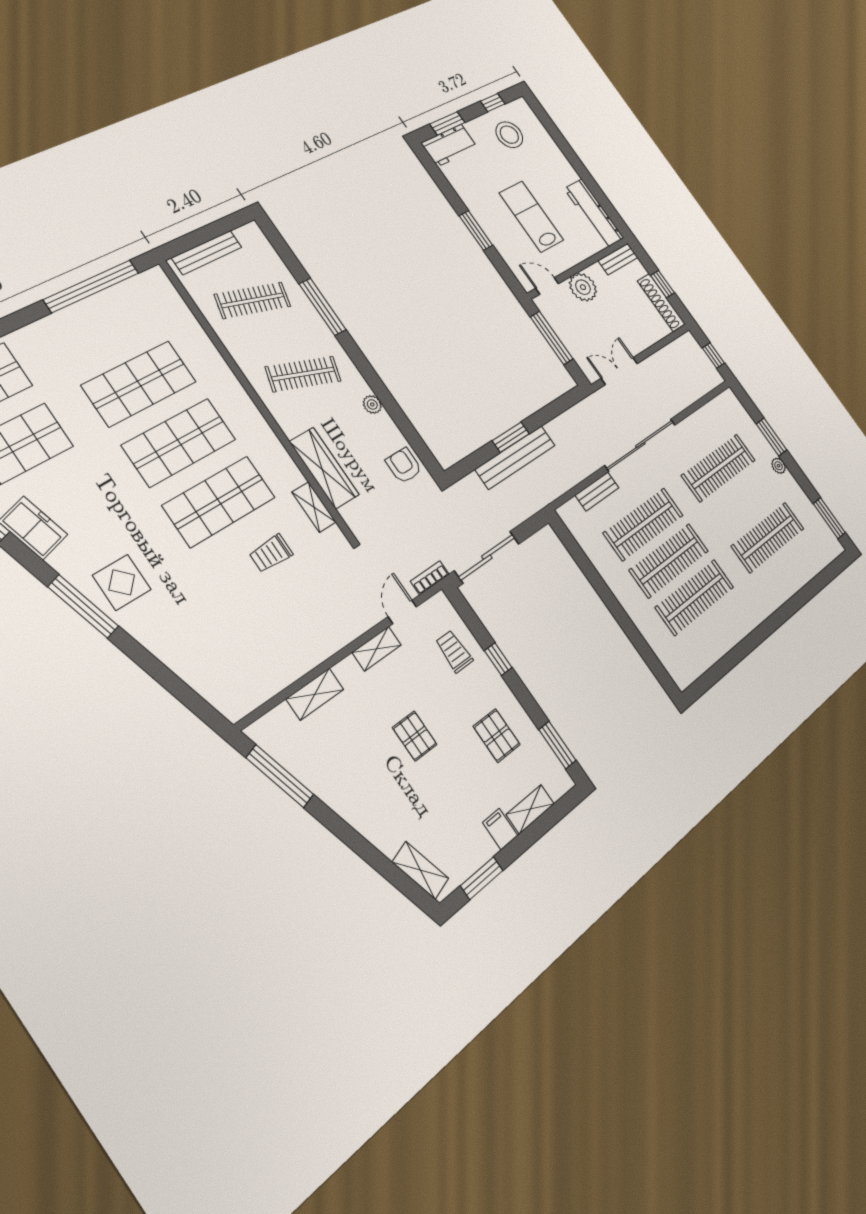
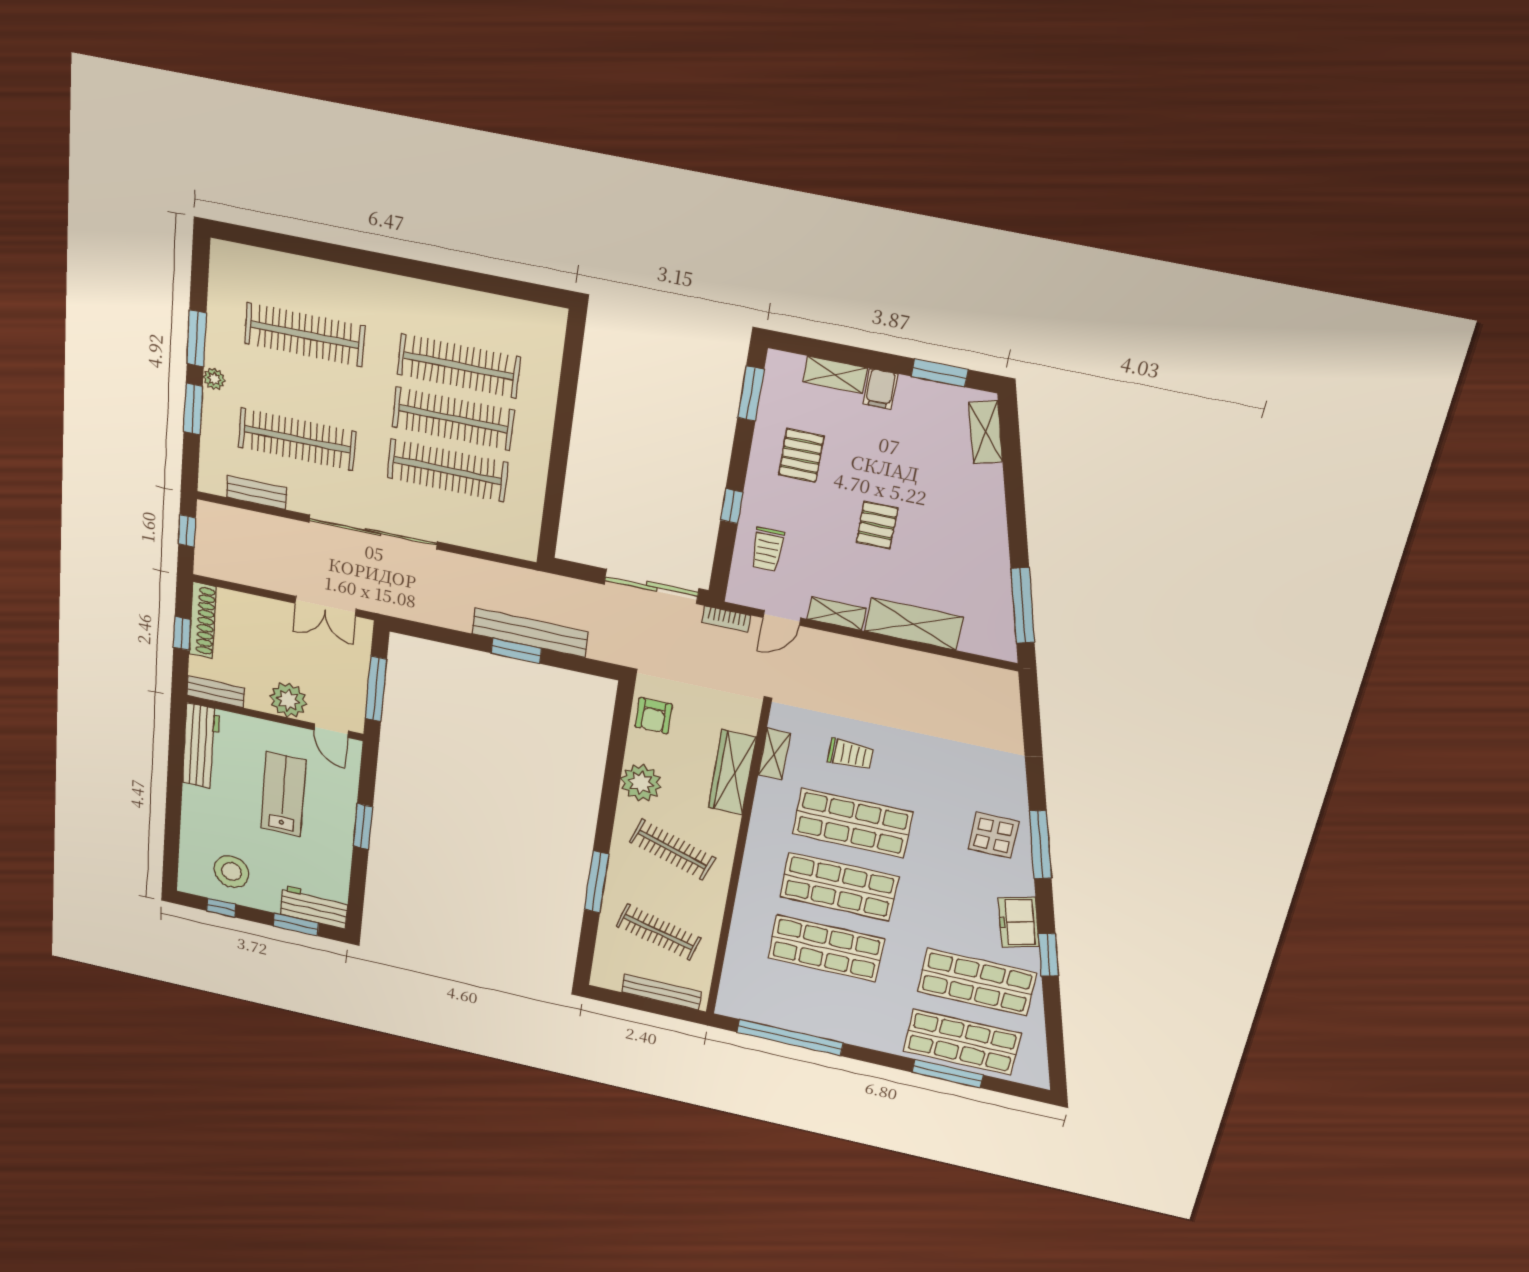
lab bench: (531, 217) -> (283, 794), turned 180
plant: (372, 404) -> (641, 783), width x1.87, depth x1.87
bench: (597, 492) -> (257, 493), moved
window: (829, 518) -> (197, 338), moved
shelving: (315, 694) -> (914, 624), width x1.50, depth x1.33

